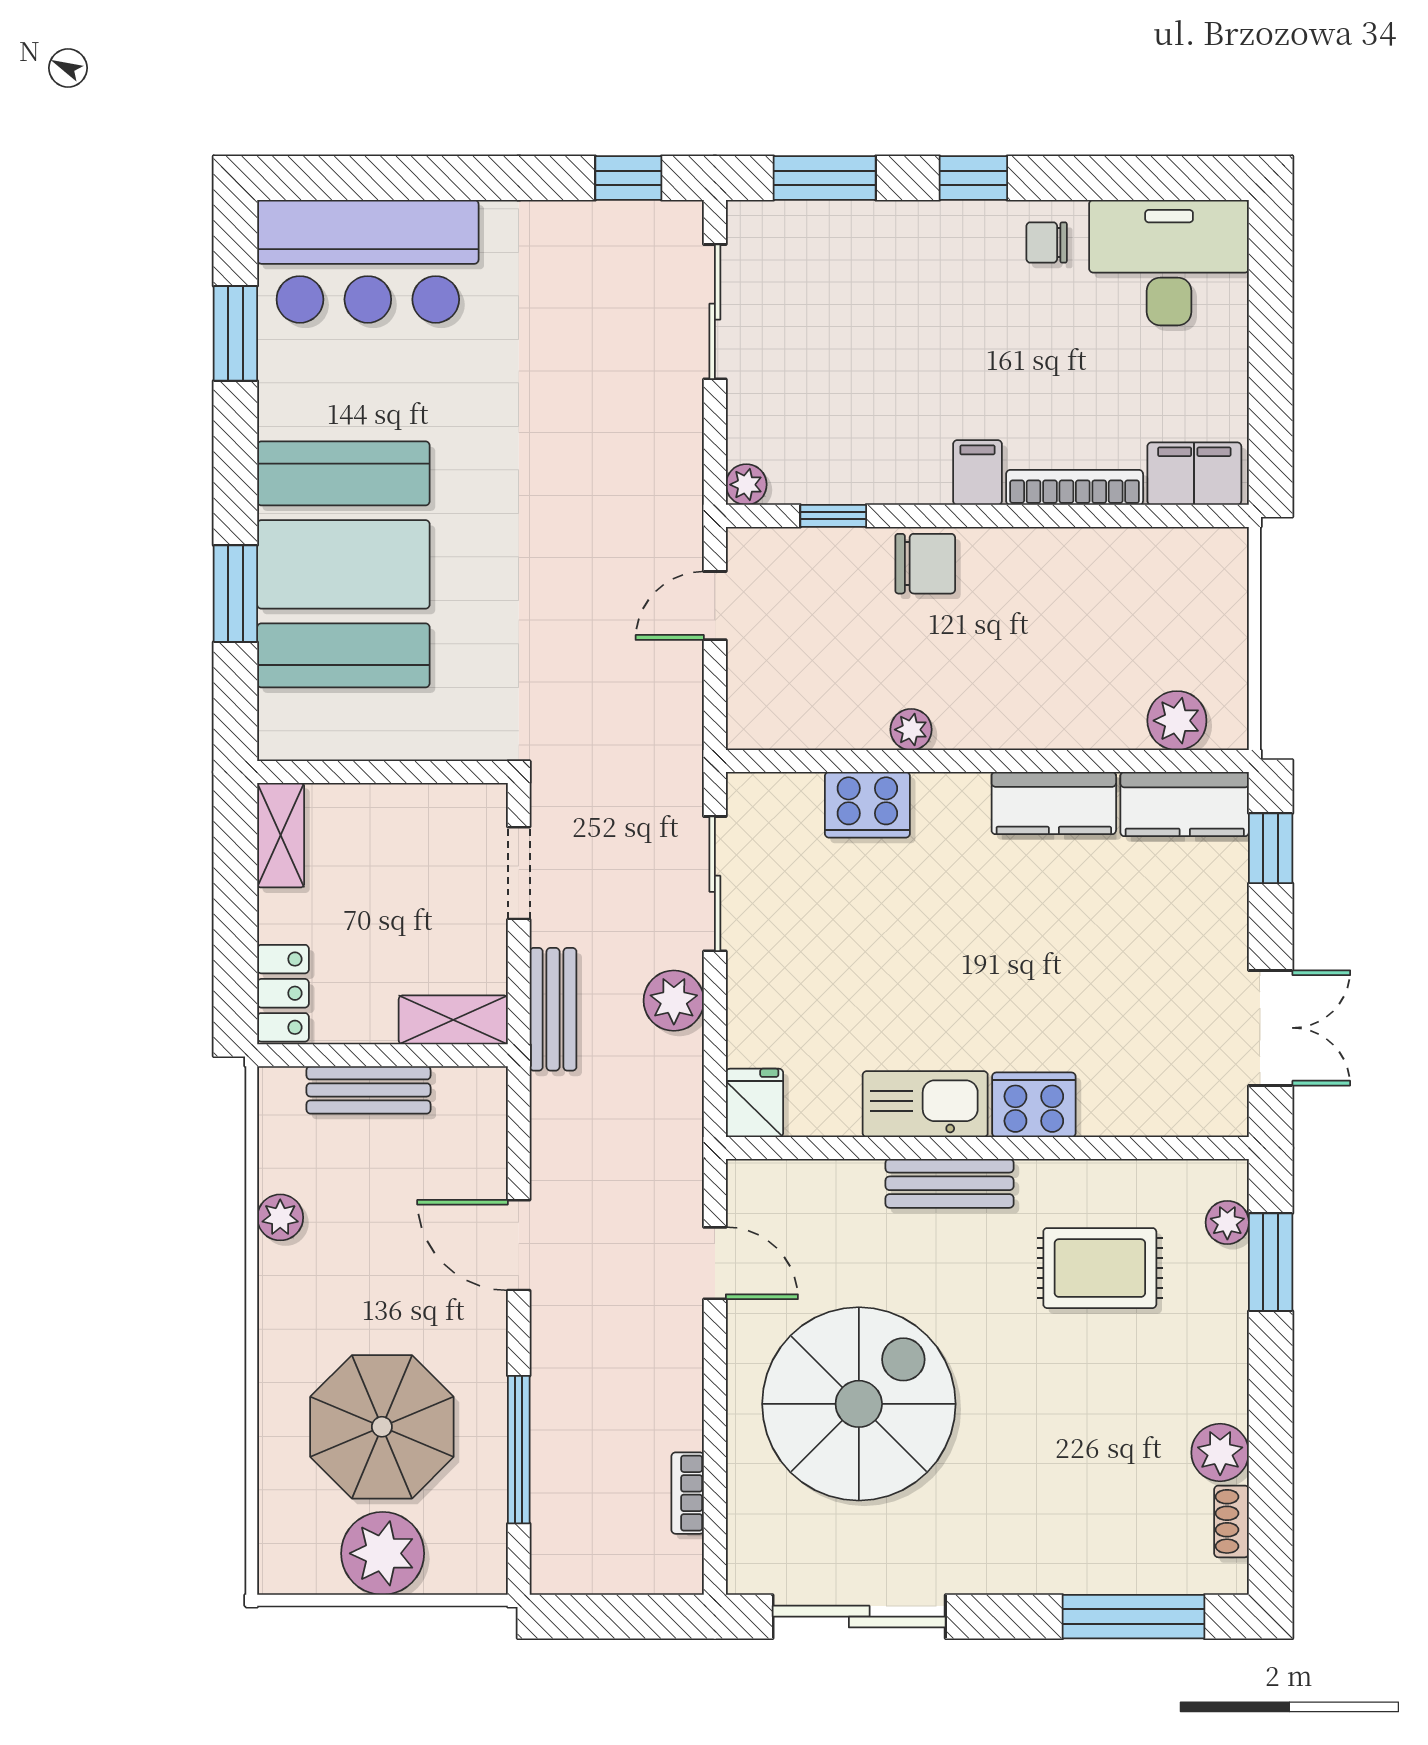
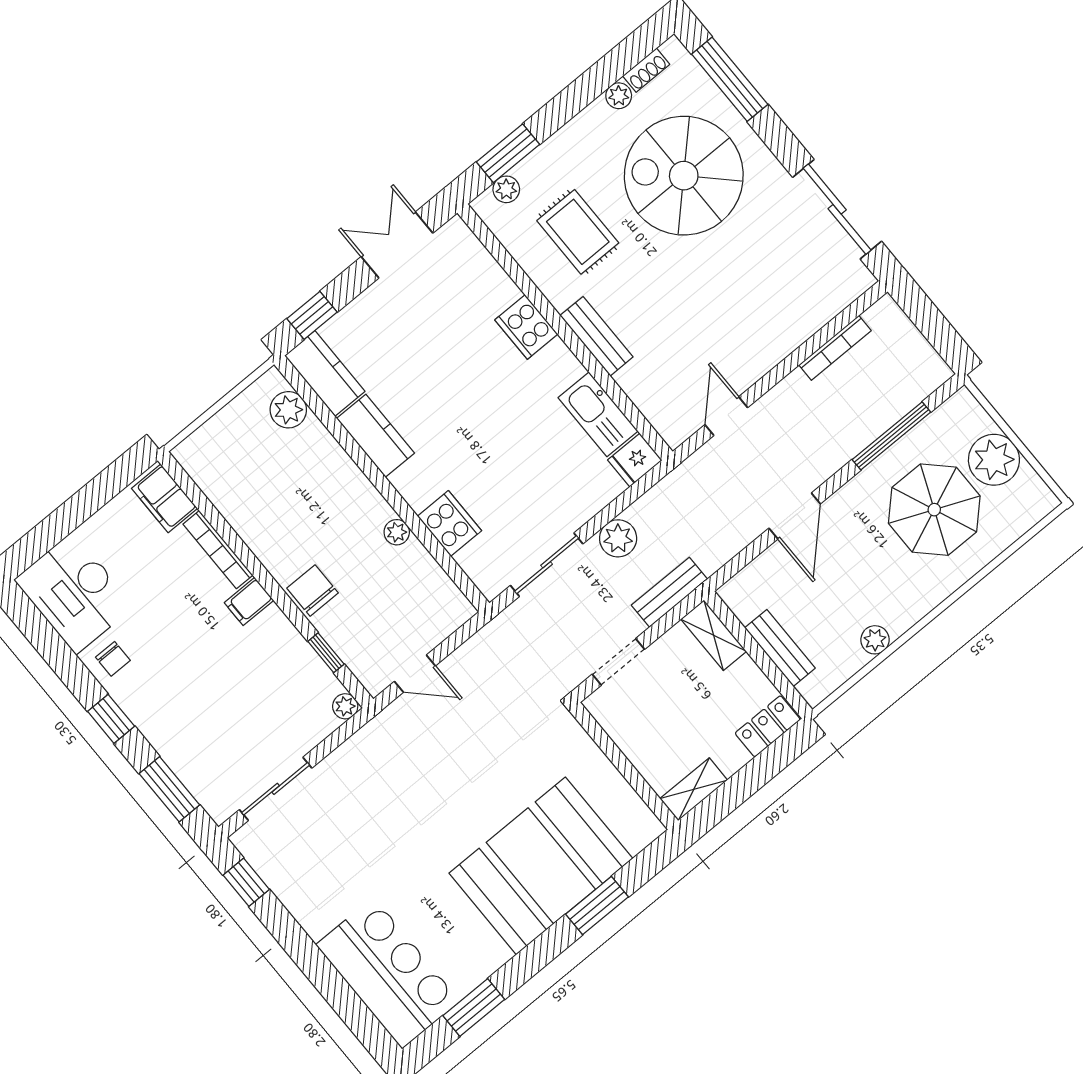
kitchen sink: (925, 1104) -> (598, 414), moved
spiral stairs: (859, 1404) -> (684, 176), moved
plant: (1220, 1453) -> (619, 96), width x0.73, depth x0.73
bookcase: (688, 1493) -> (835, 348), width x1.56

